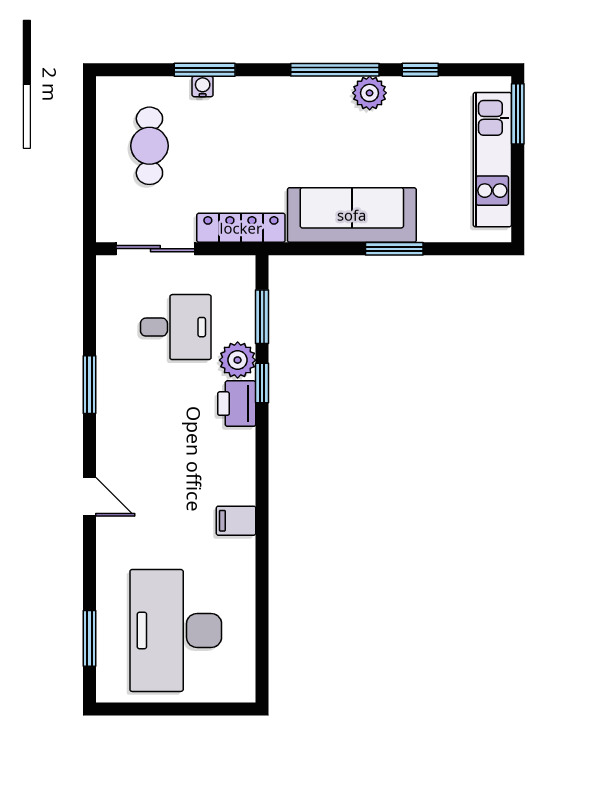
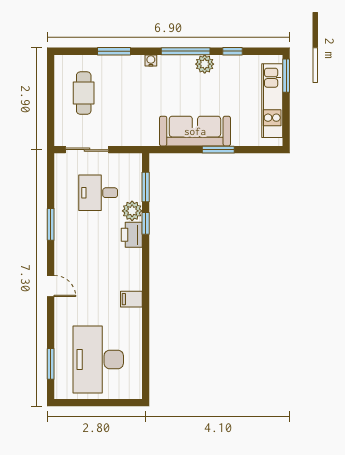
water cooler: (203, 86) -> (151, 60), moved
locker: (241, 228) -> (134, 138), removed
desk: (176, 327) -> (98, 193), turned 180

